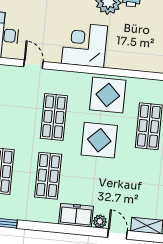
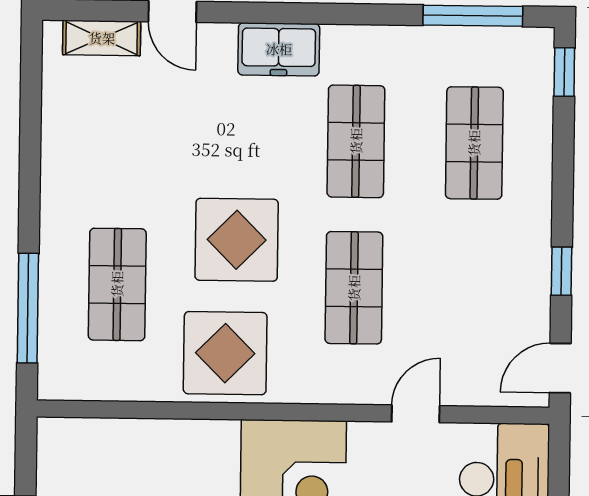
door: (33, 64) -> (416, 414), swing flipped
plant: (100, 221) -> (218, 39), removed

